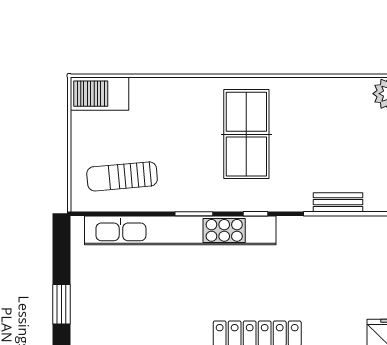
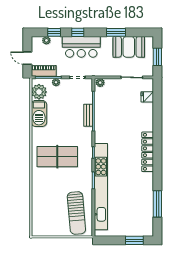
barbecue: (99, 94) -> (39, 113), moved
sun lounger: (122, 176) -> (76, 213), width x1.36, depth x1.34

